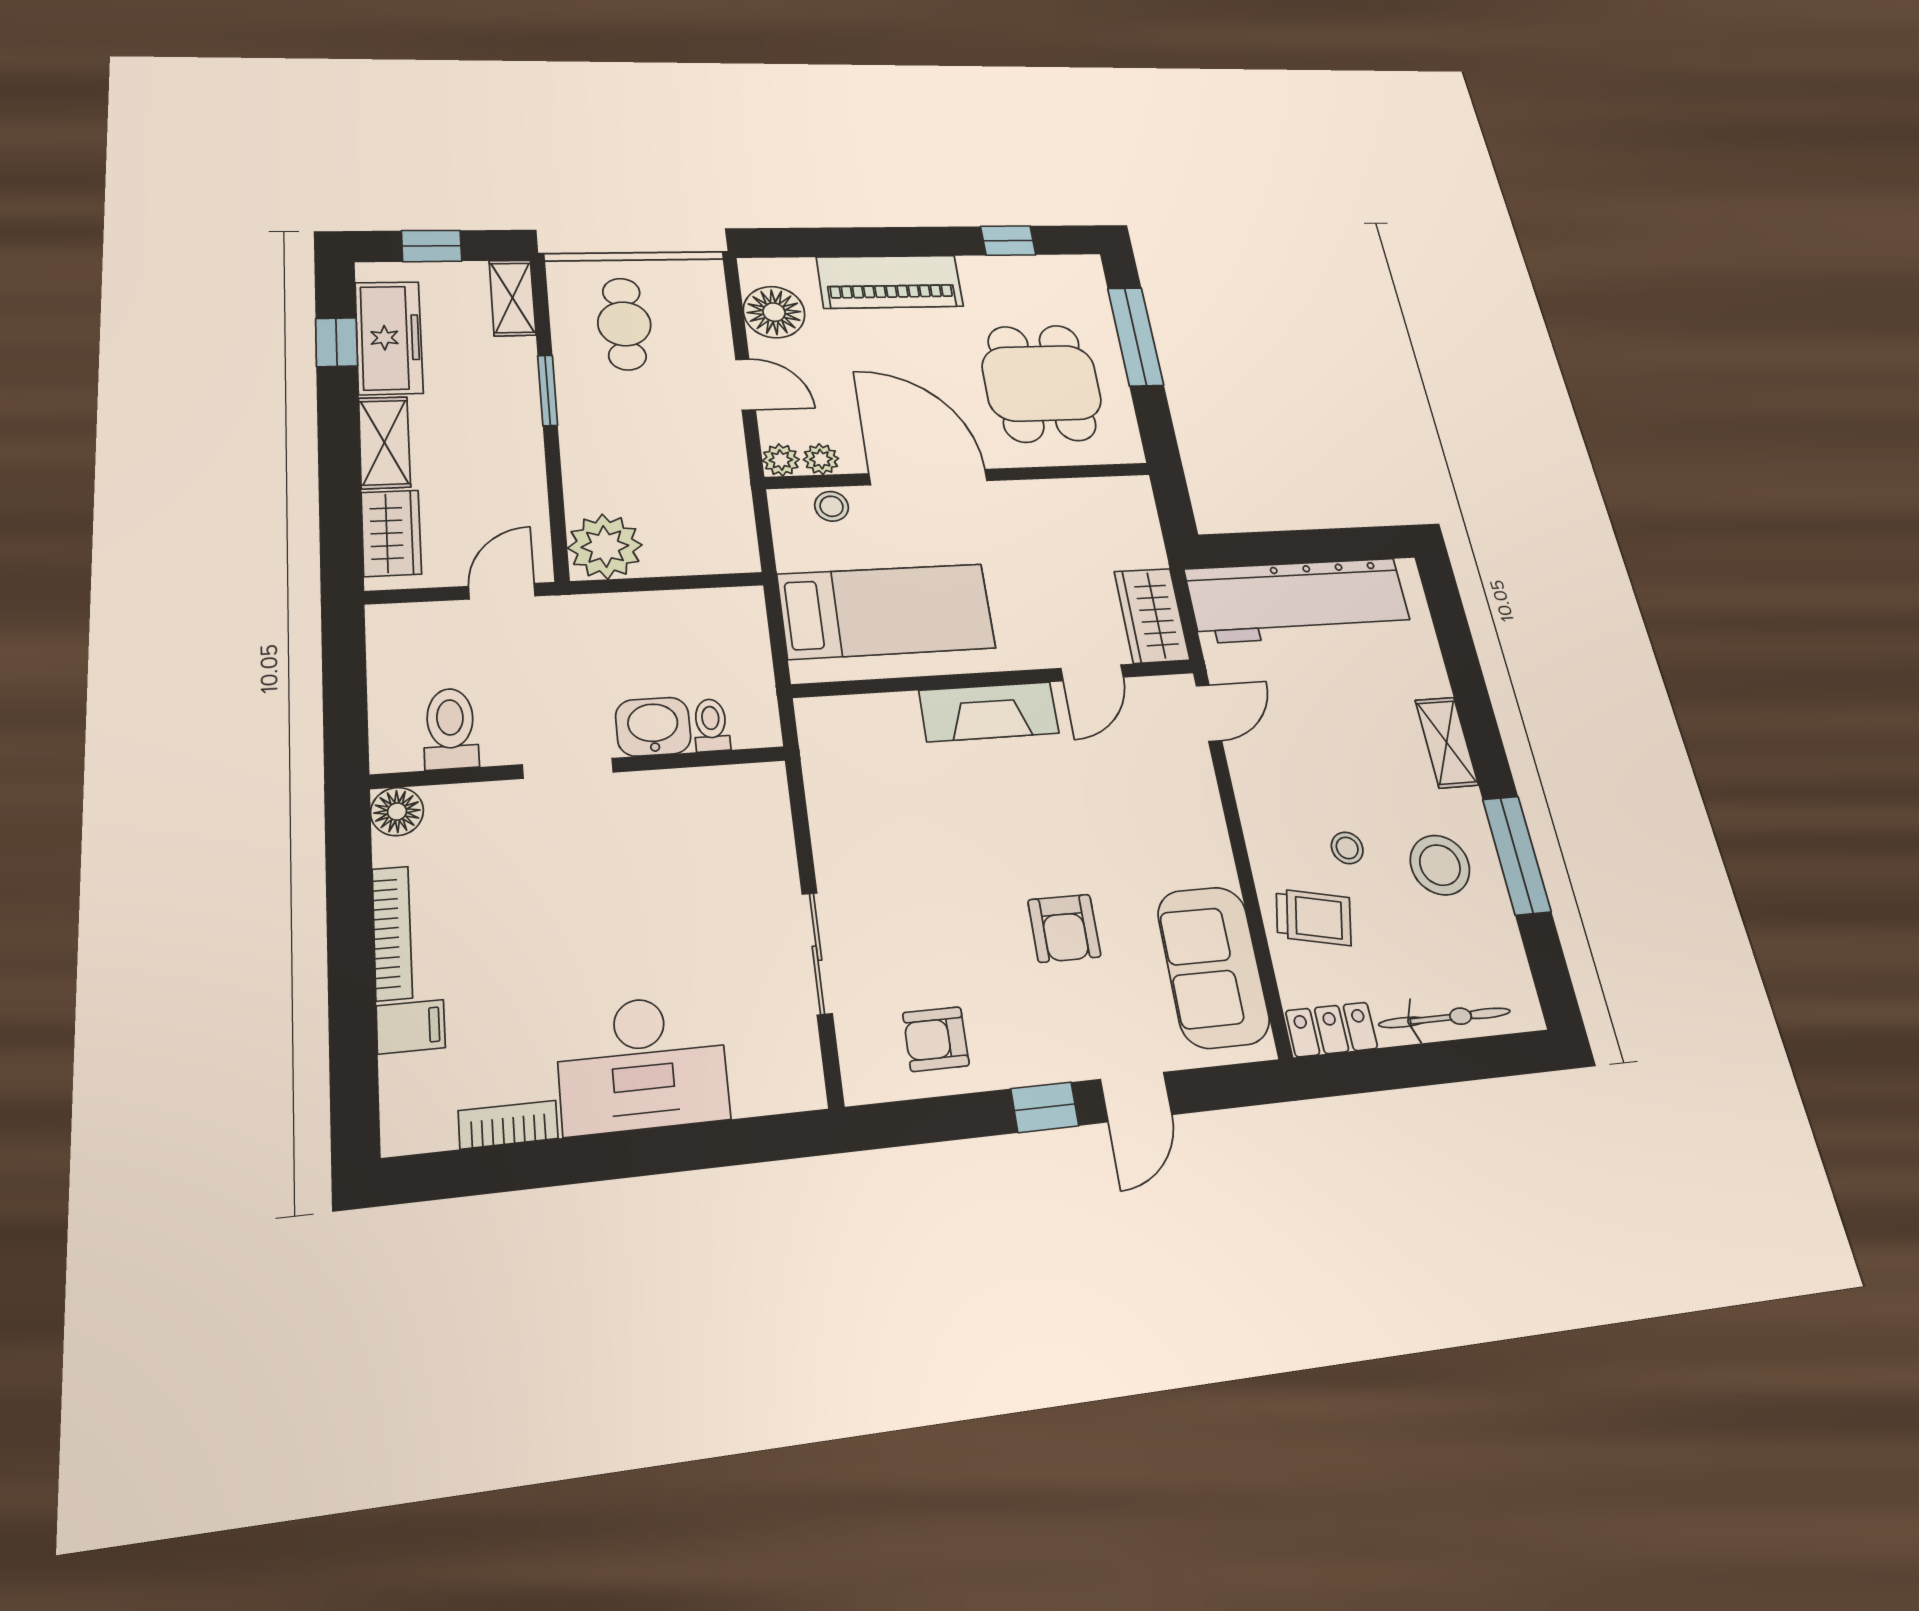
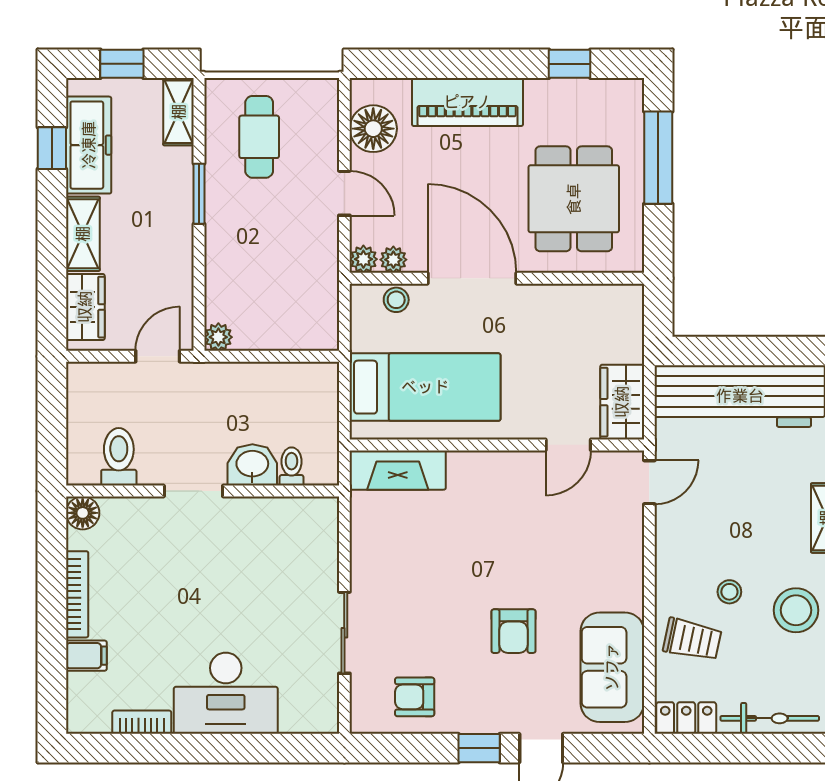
plant: (605, 546) -> (218, 337), width x0.53, depth x0.53
fireplace: (989, 712) -> (398, 470), moved

